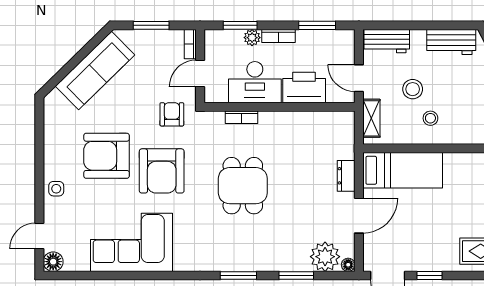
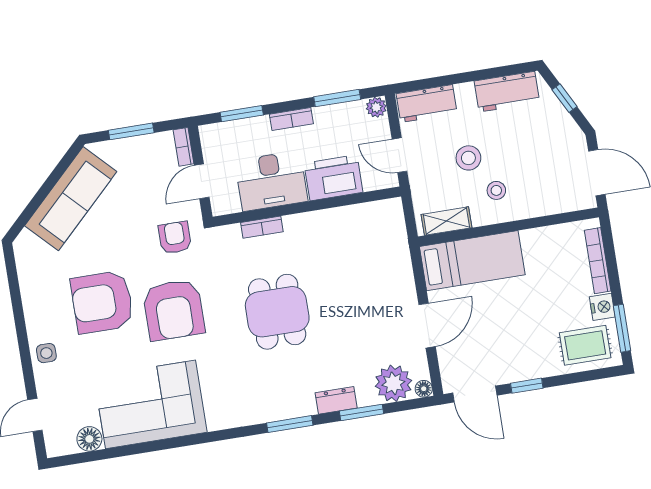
plant: (252, 38) -> (376, 107), moved
shelving: (371, 118) -> (446, 221), moved, turned 90
dresser: (346, 176) -> (336, 400), moved, turned 90
floor lamp: (53, 262) -> (89, 439), moved

